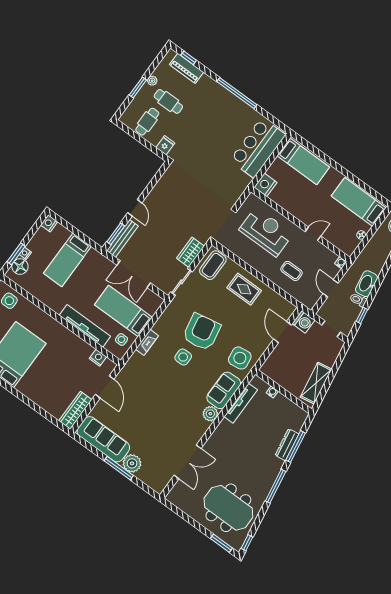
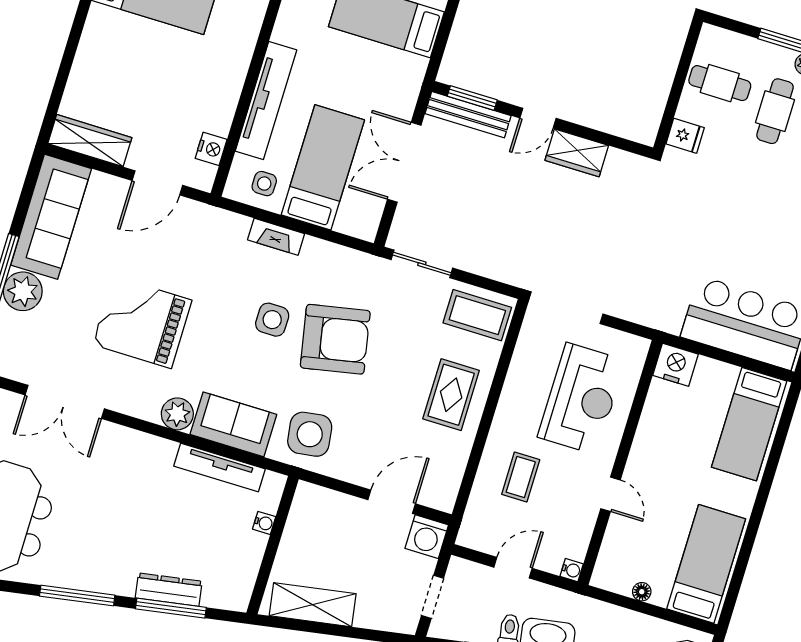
wardrobe: (190, 252) -> (577, 153), moved, turned 180
grand piano: (164, 415) -> (142, 322), added

